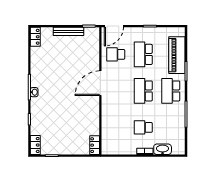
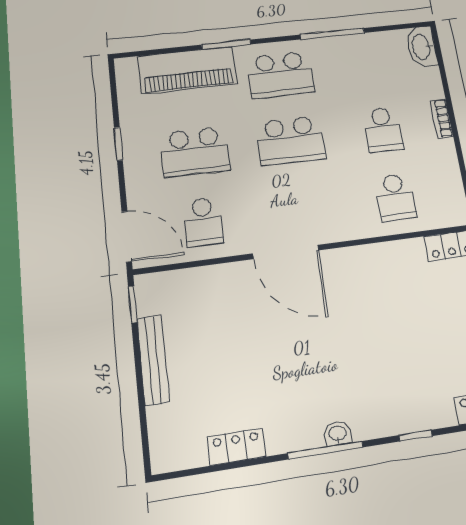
locker: (35, 37) -> (236, 447), moved
school desk: (116, 127) -> (395, 197), added
washbasin: (163, 149) -> (422, 47), moved

